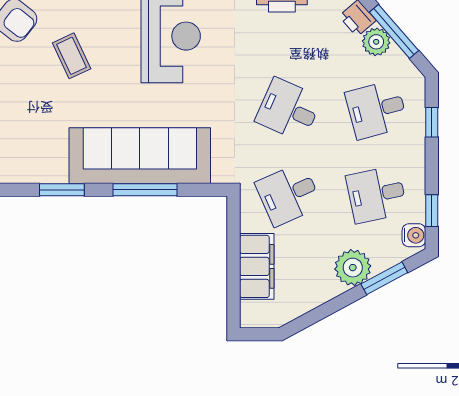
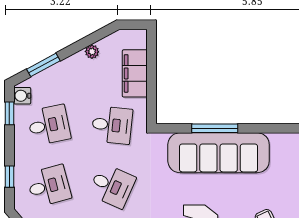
window: (62, 190) -> (274, 128), removed
desk: (289, 194) -> (112, 125), turned 30
plant: (353, 268) -> (92, 52), moved, width x0.53, depth x0.53

